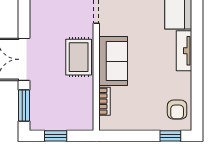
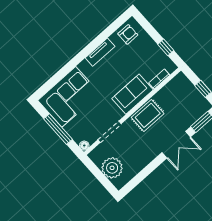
tv unit: (184, 51) -> (100, 52), moved
window: (170, 136) -> (166, 47), moved

